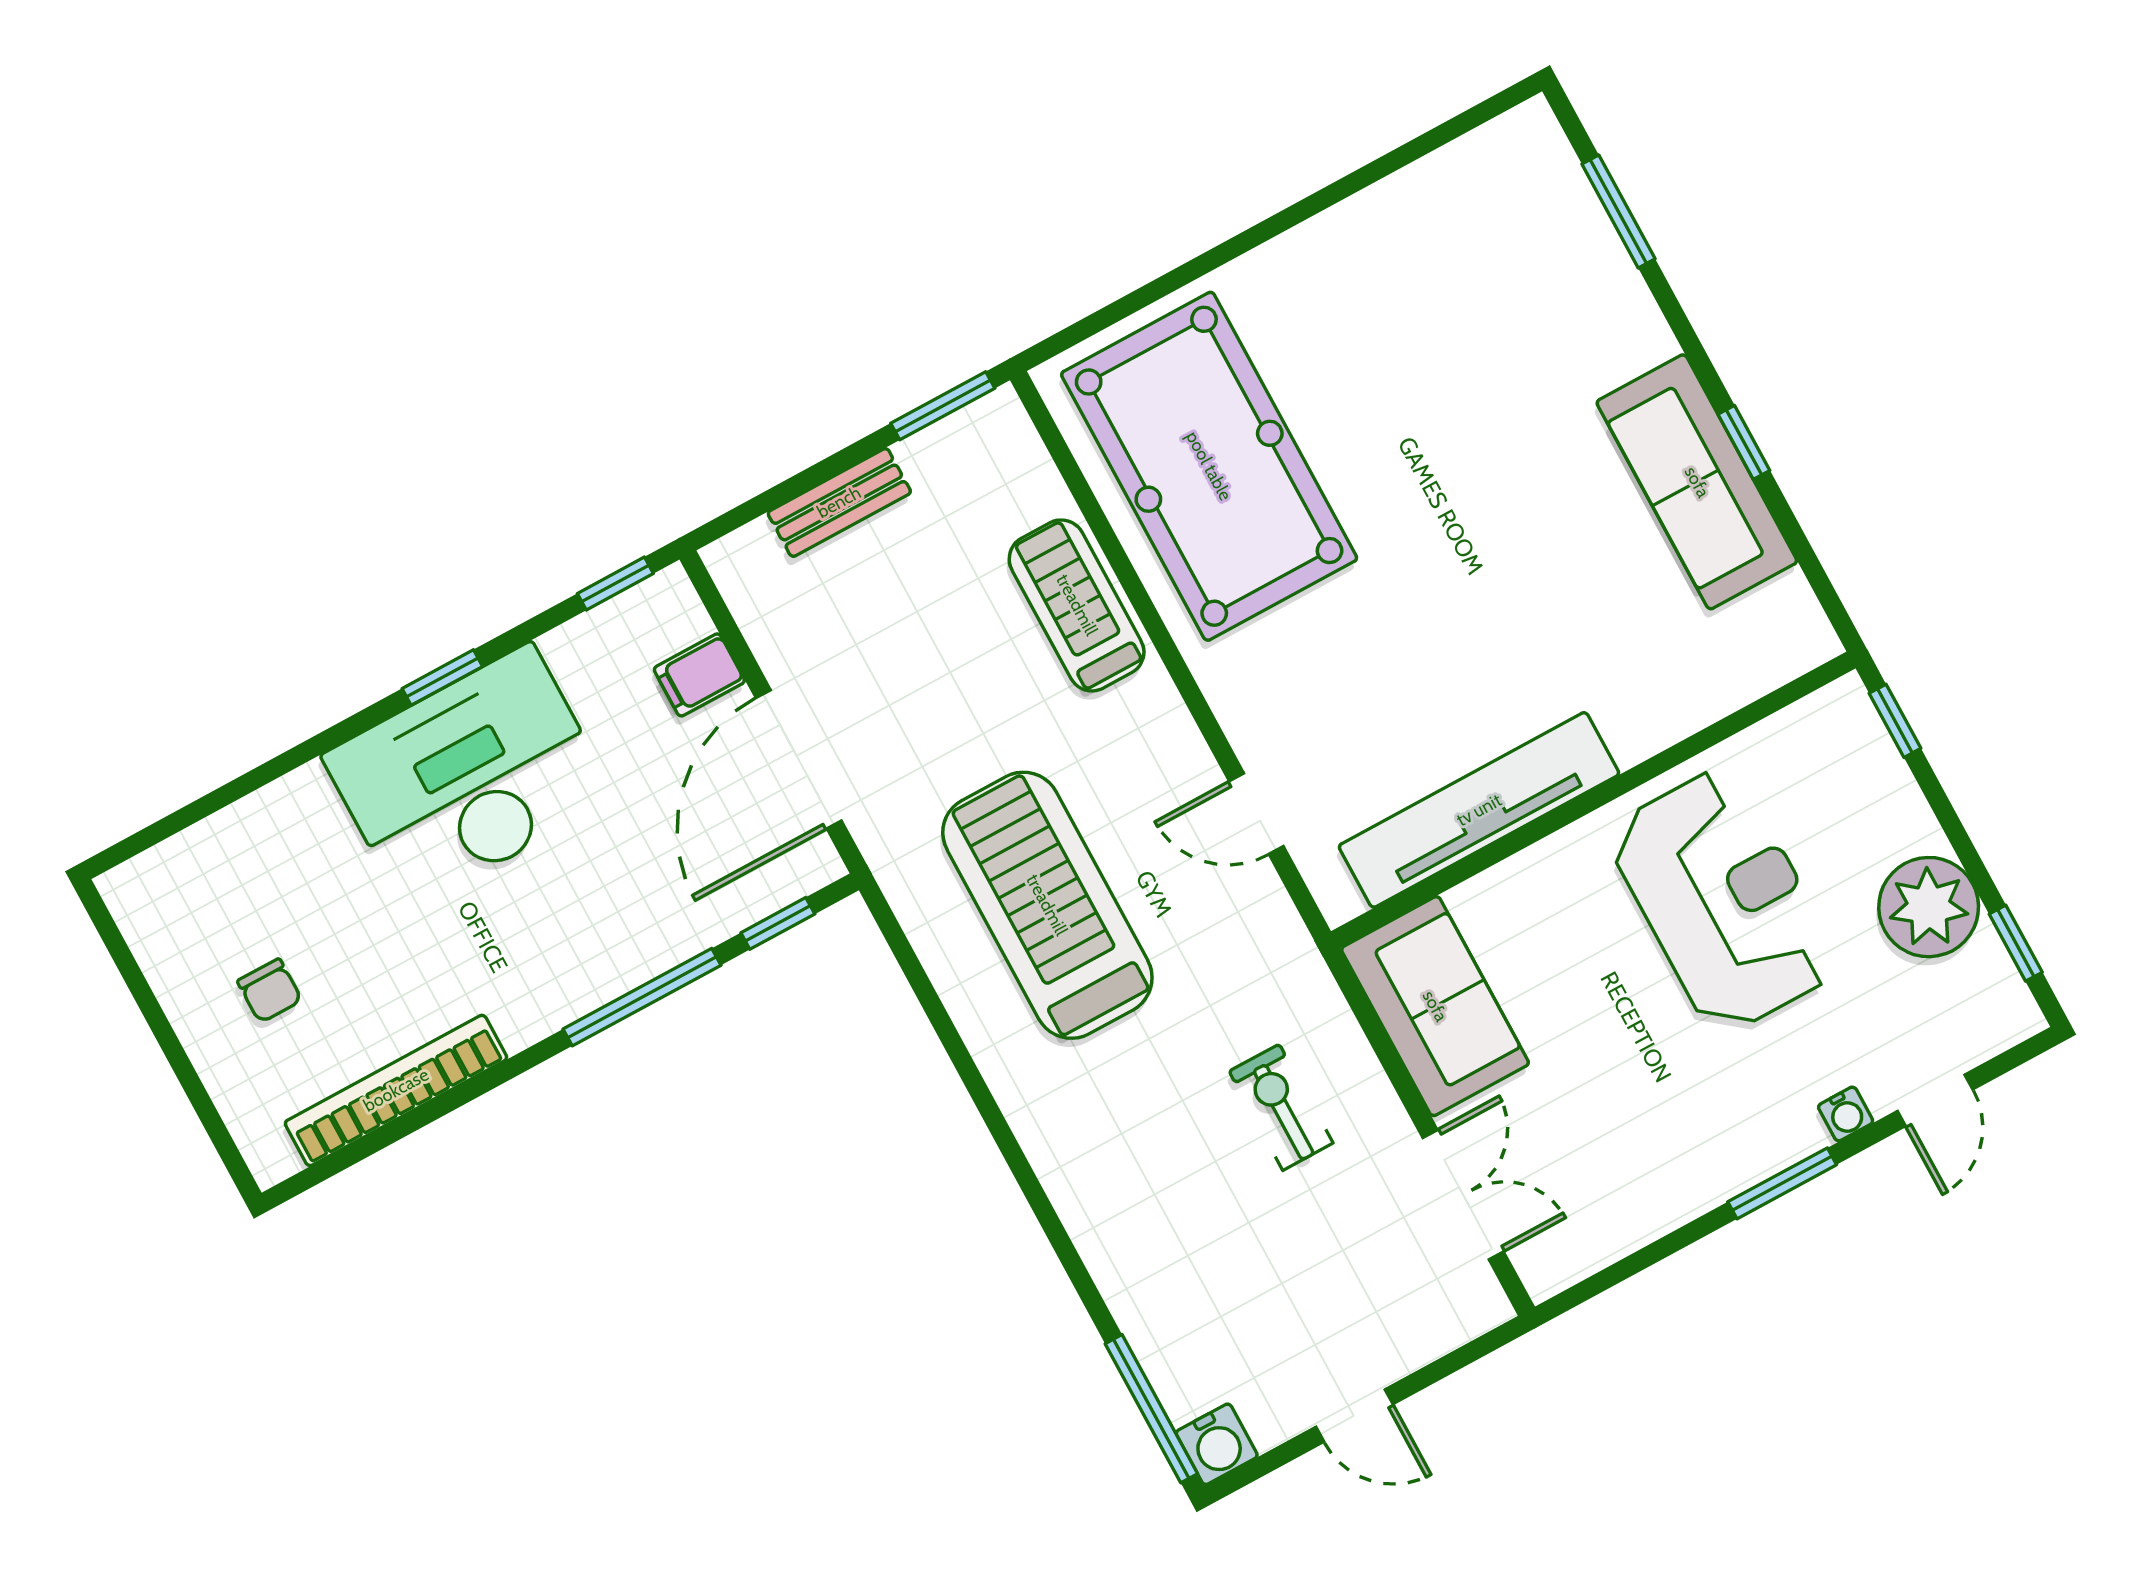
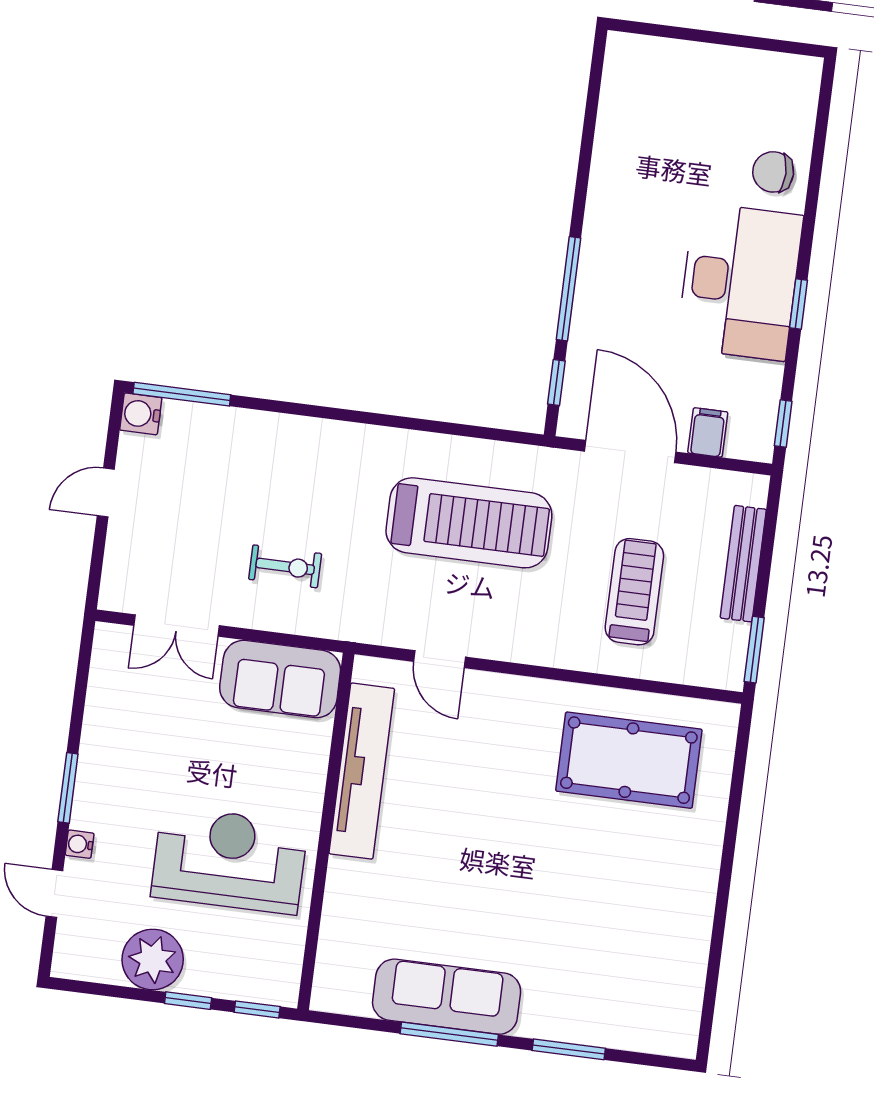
window: (1618, 211) -> (569, 1049), moved
window: (1744, 442) -> (449, 1034), width x2.17
pool table: (1209, 466) -> (629, 760), width x0.73, depth x0.76
bench: (839, 502) -> (743, 564), width x1.36
treadmill: (1077, 605) -> (634, 592), moved, turned -90
door: (1256, 814) -> (440, 659), swing flipped
reception desk: (1724, 900) -> (229, 860), turned 180
window: (2016, 943) -> (188, 1001), moved
chair: (270, 991) -> (773, 172), moved, width x1.37, depth x1.37
bookcase: (396, 1090) -> (610, 133), removed

